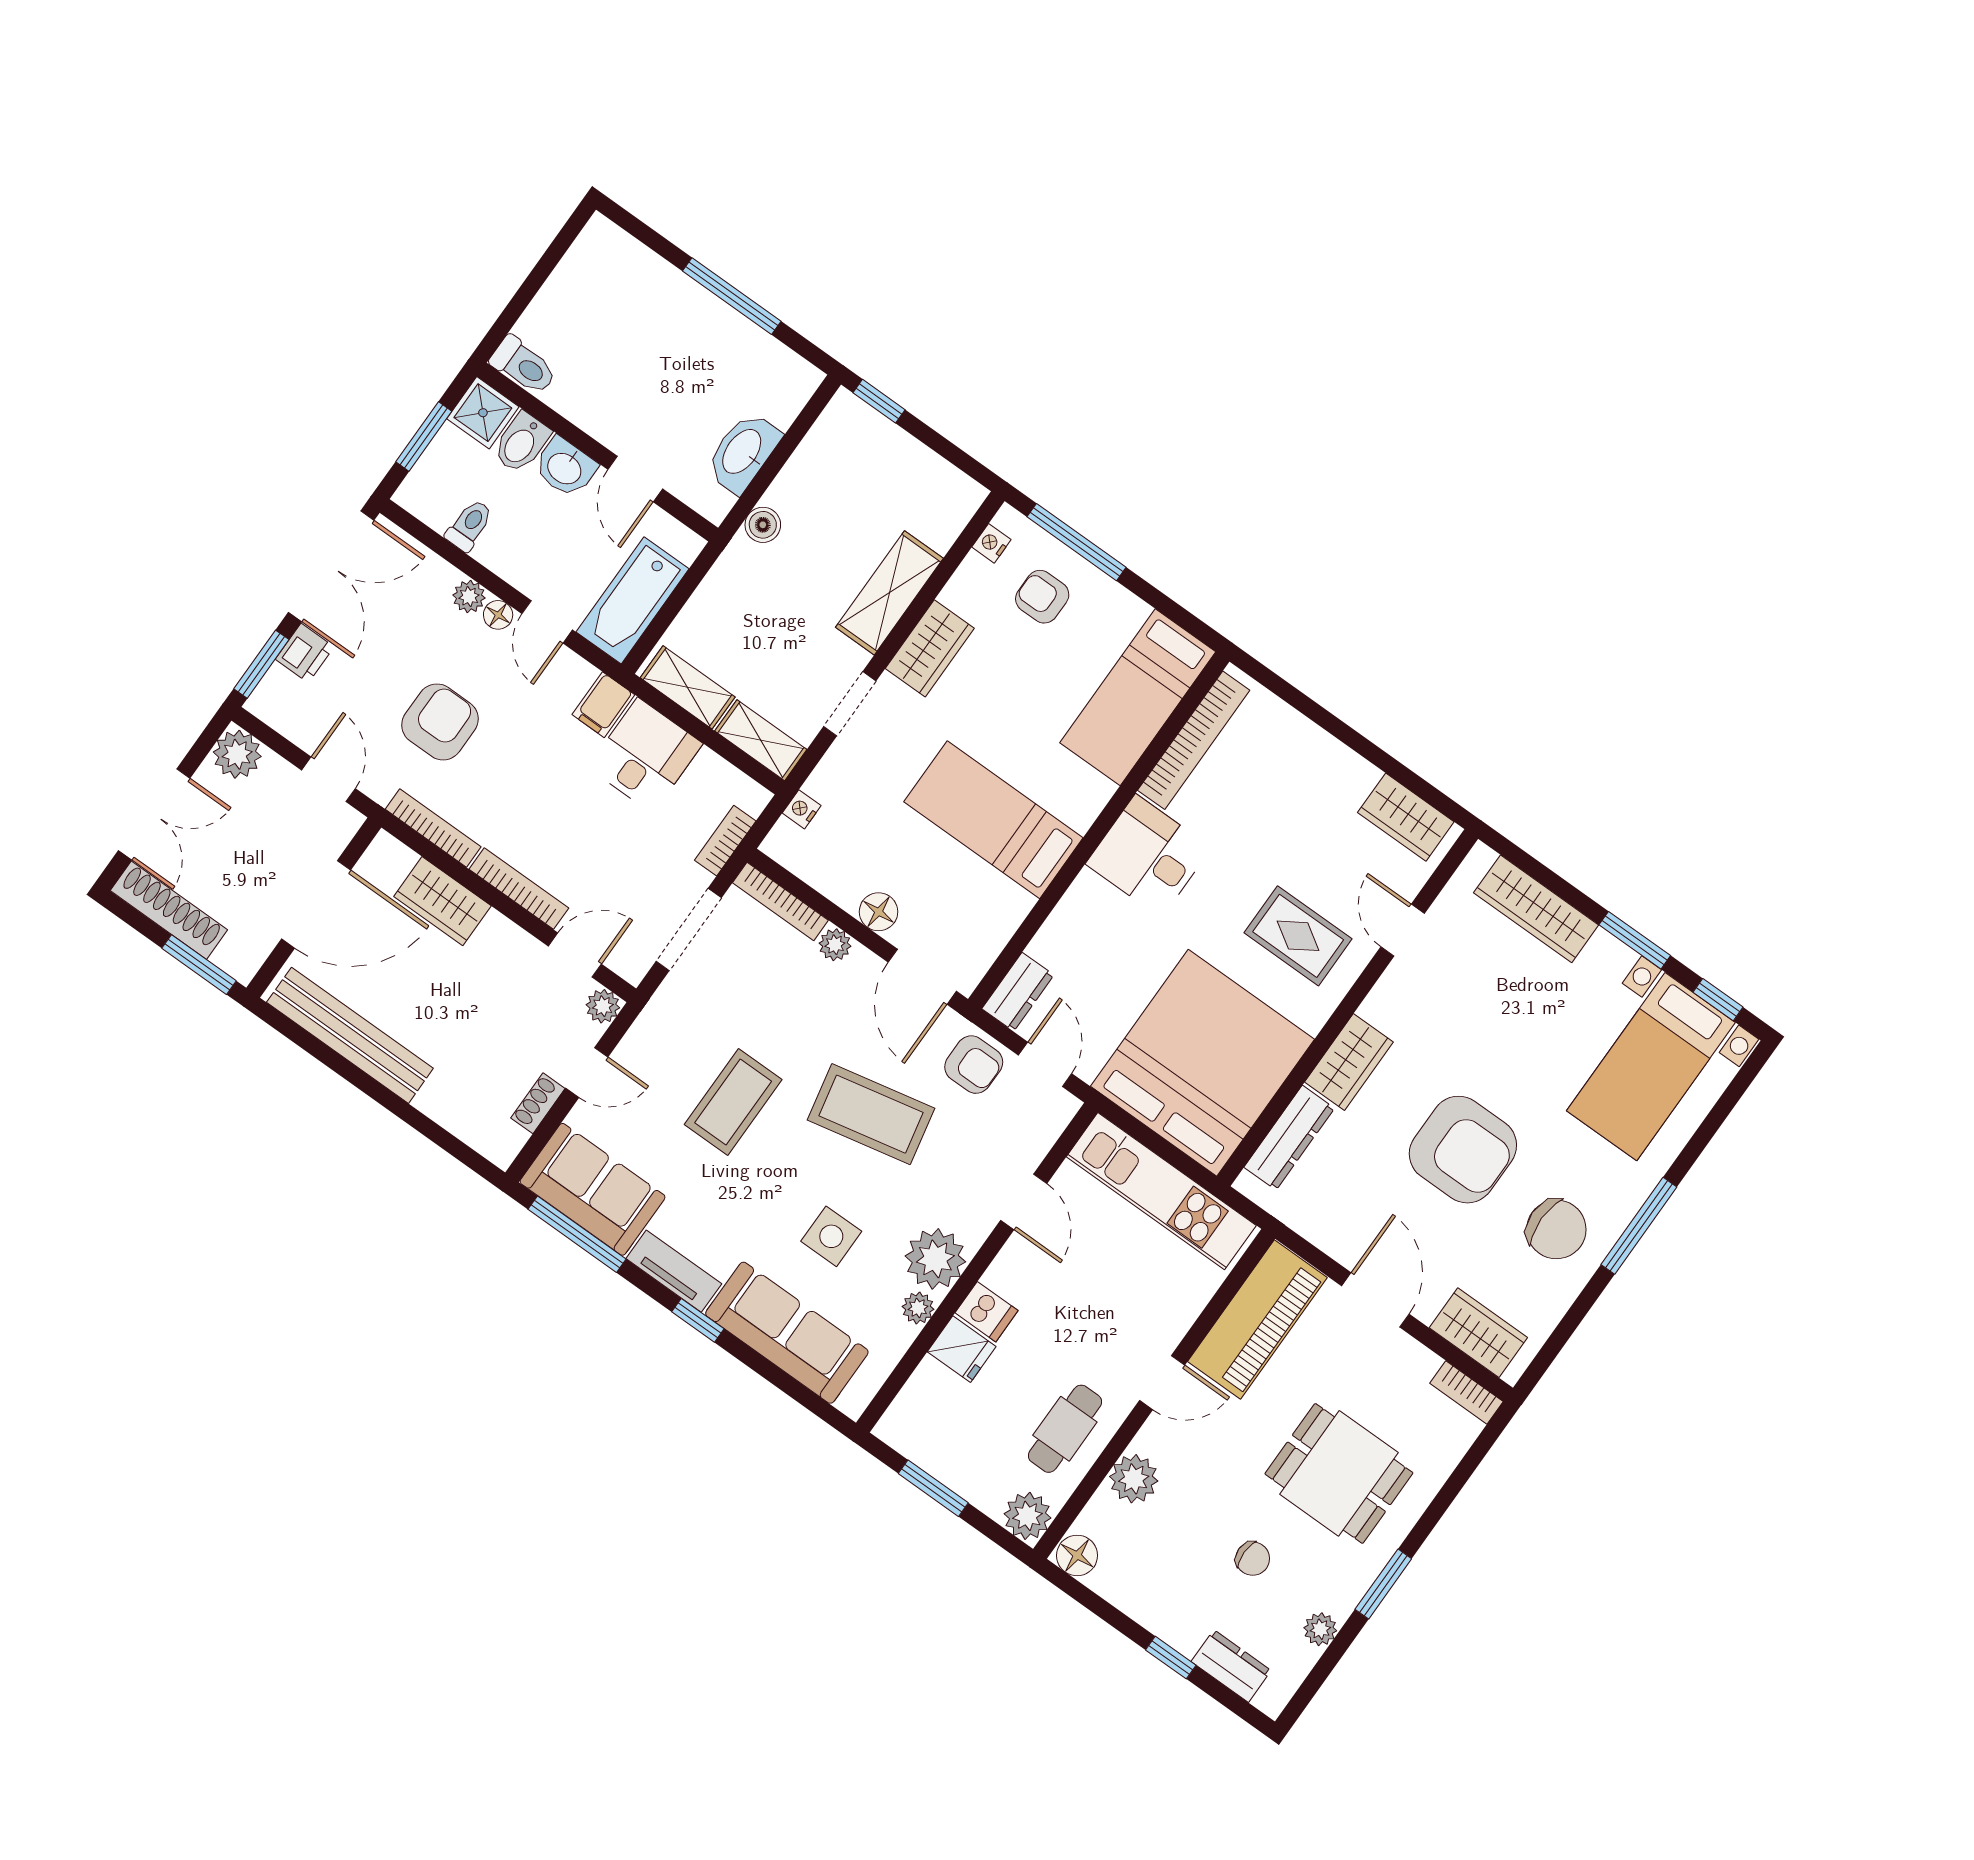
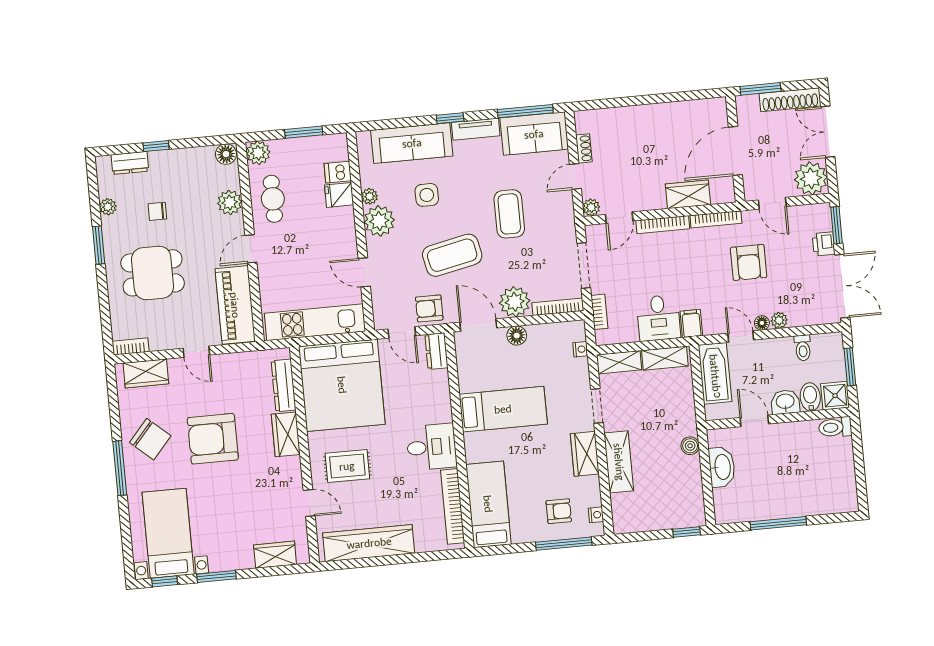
double door: (331, 566) -> (842, 286), swing flipped
plant: (237, 754) -> (811, 178), width x1.36, depth x1.36
wardrobe: (1406, 817) -> (369, 543), width x2.10, depth x1.17
wardrobe: (1536, 909) -> (275, 555), width x0.67
plant: (835, 945) -> (515, 302), width x1.88, depth x1.88
bench: (350, 1035) -> (679, 112), removed
chair: (1556, 1229) -> (150, 439), turned -139
door: (1375, 1300) -> (196, 352), width x0.73
dishwasher: (987, 1312) -> (338, 172), moved

